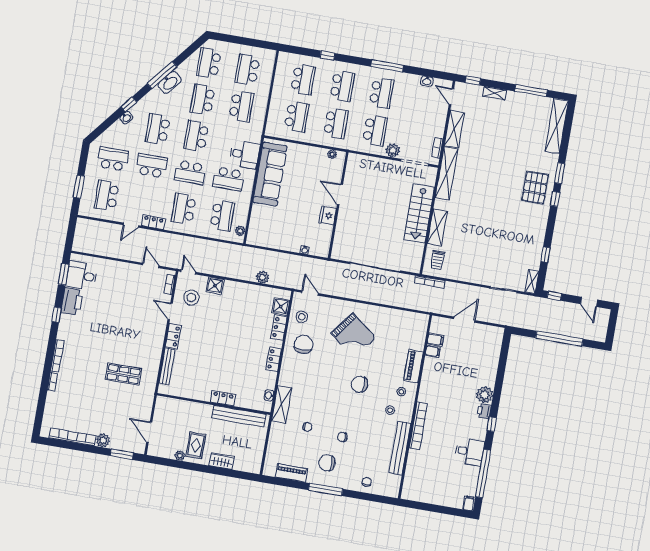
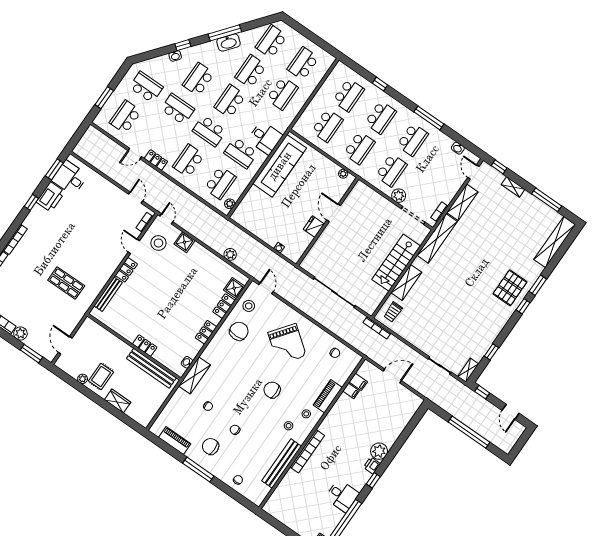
chair: (402, 323) -> (335, 353), added

